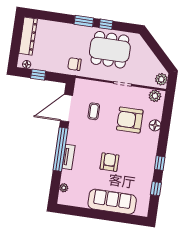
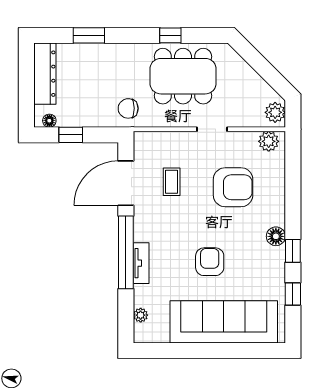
window: (84, 21) -> (89, 35), moved
armchair: (130, 120) -> (233, 187), turned 180
floor lamp: (155, 125) -> (276, 236), moved
sofa: (112, 202) -> (224, 322), width x1.36, depth x1.27

